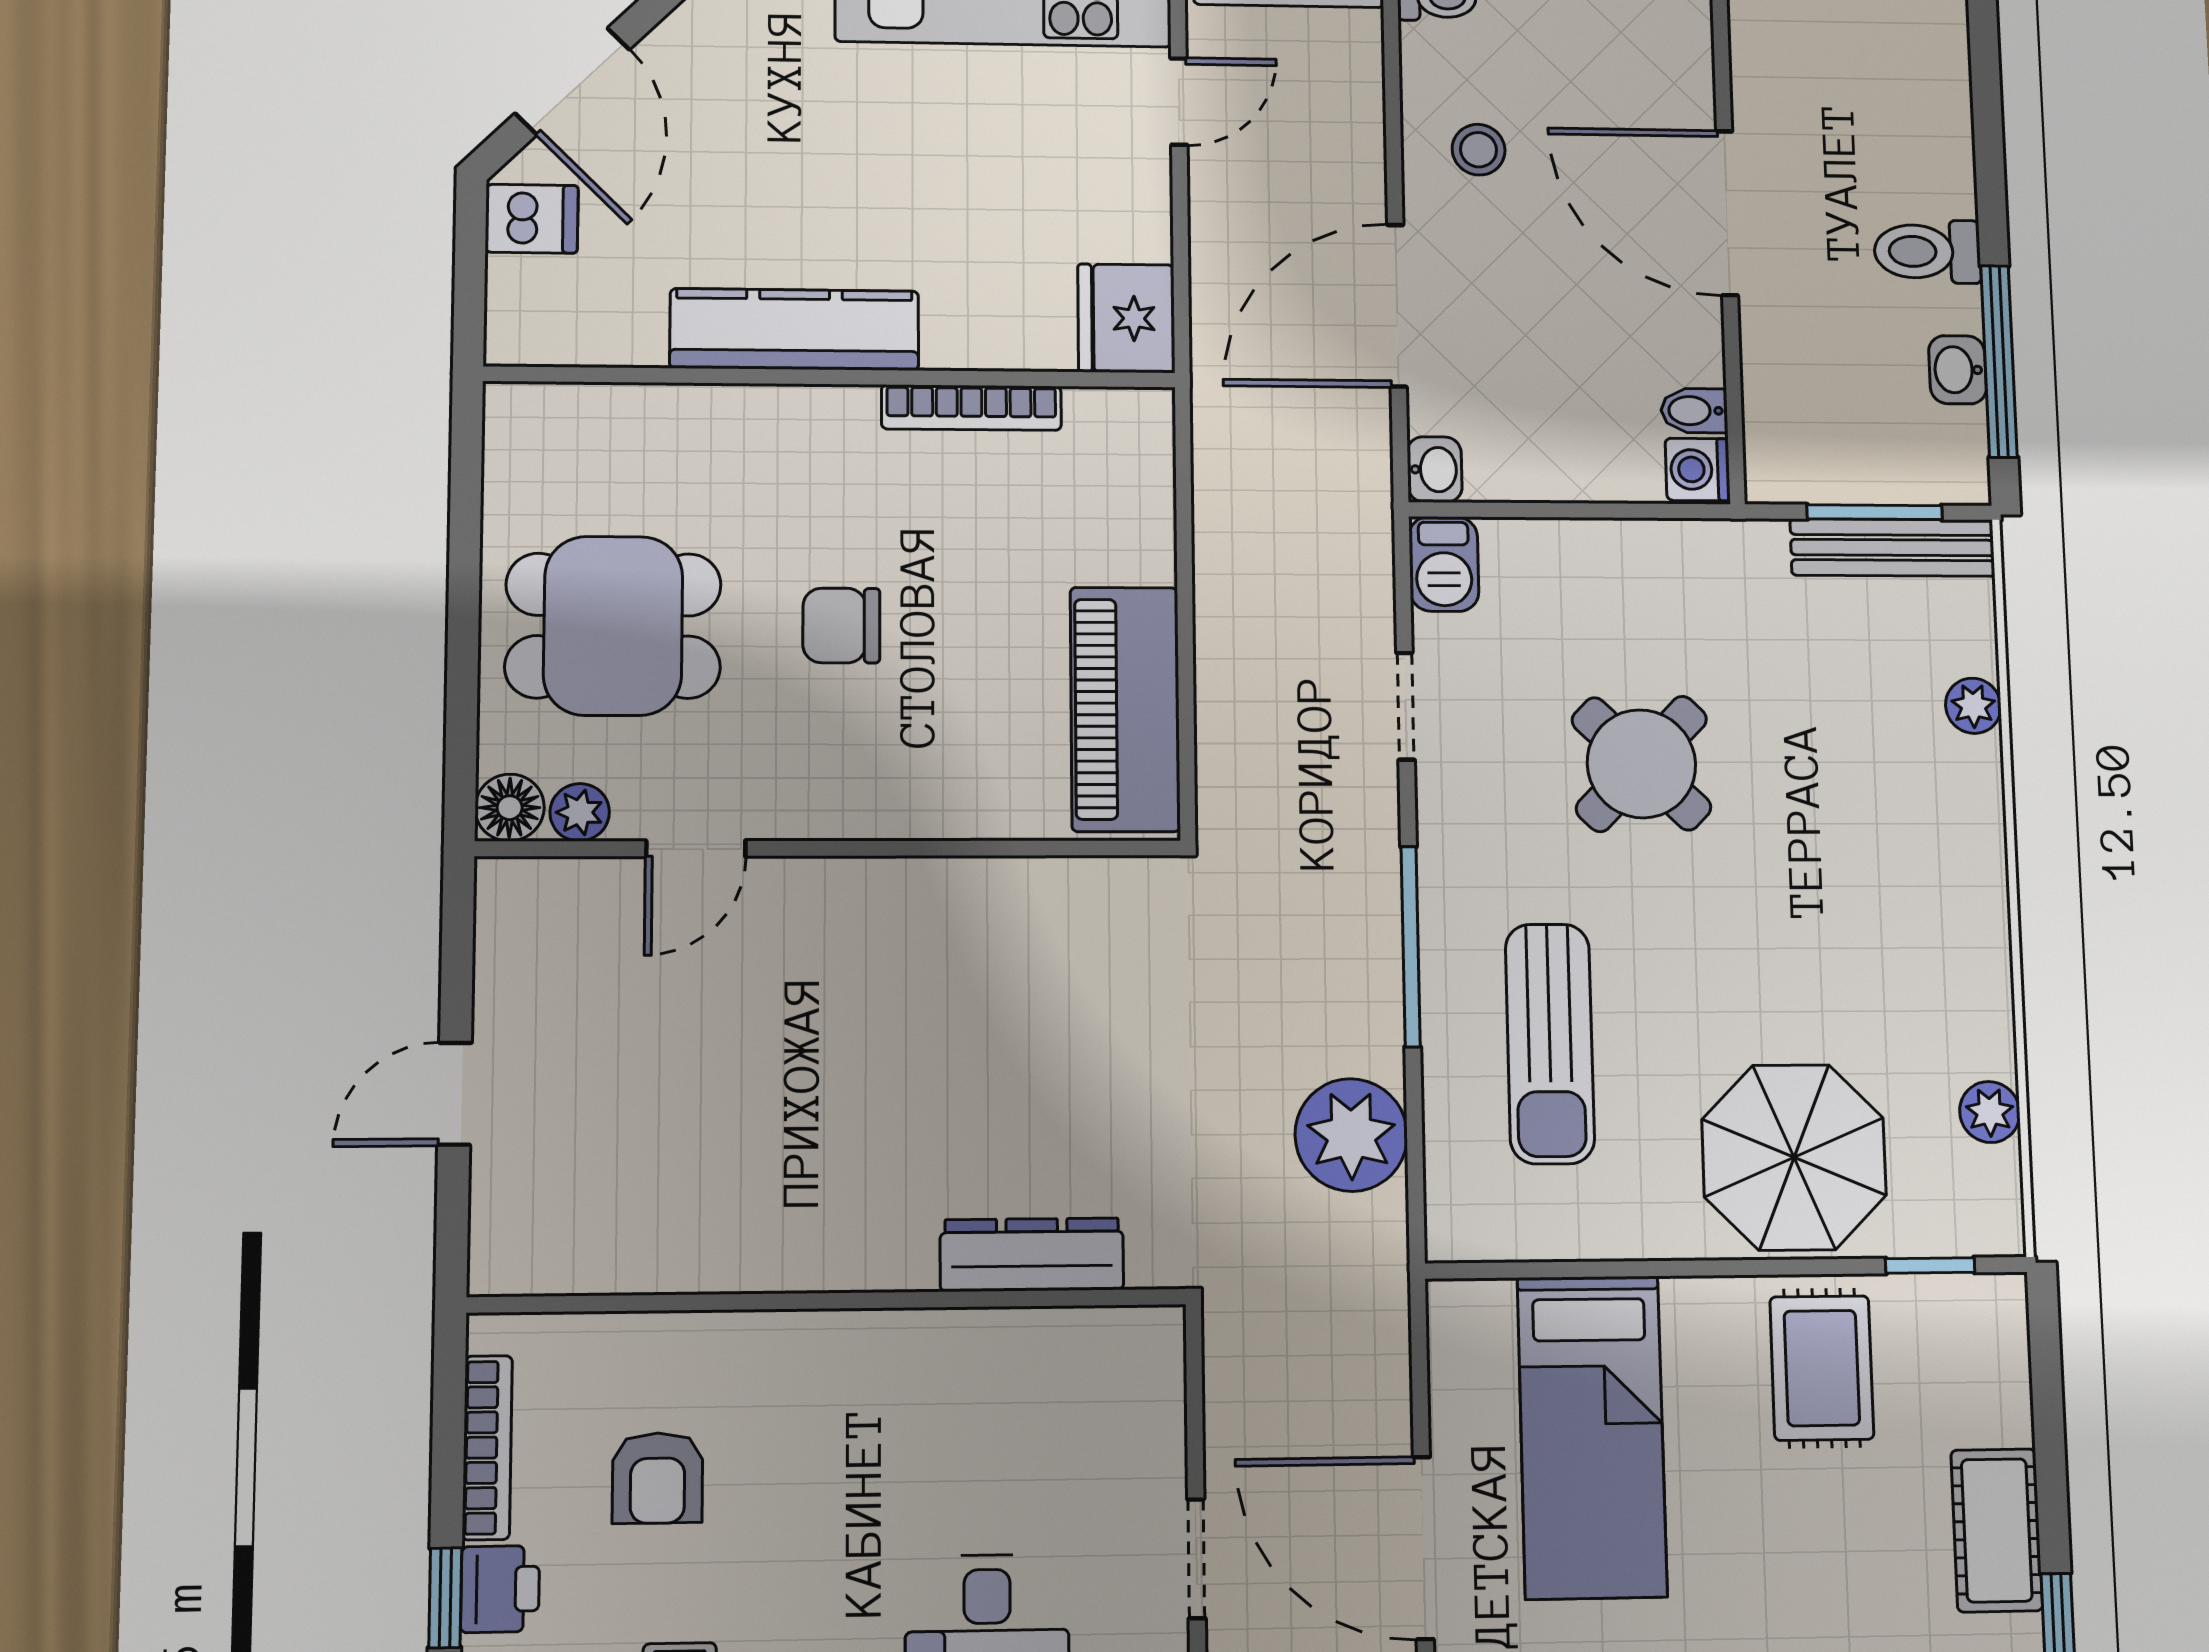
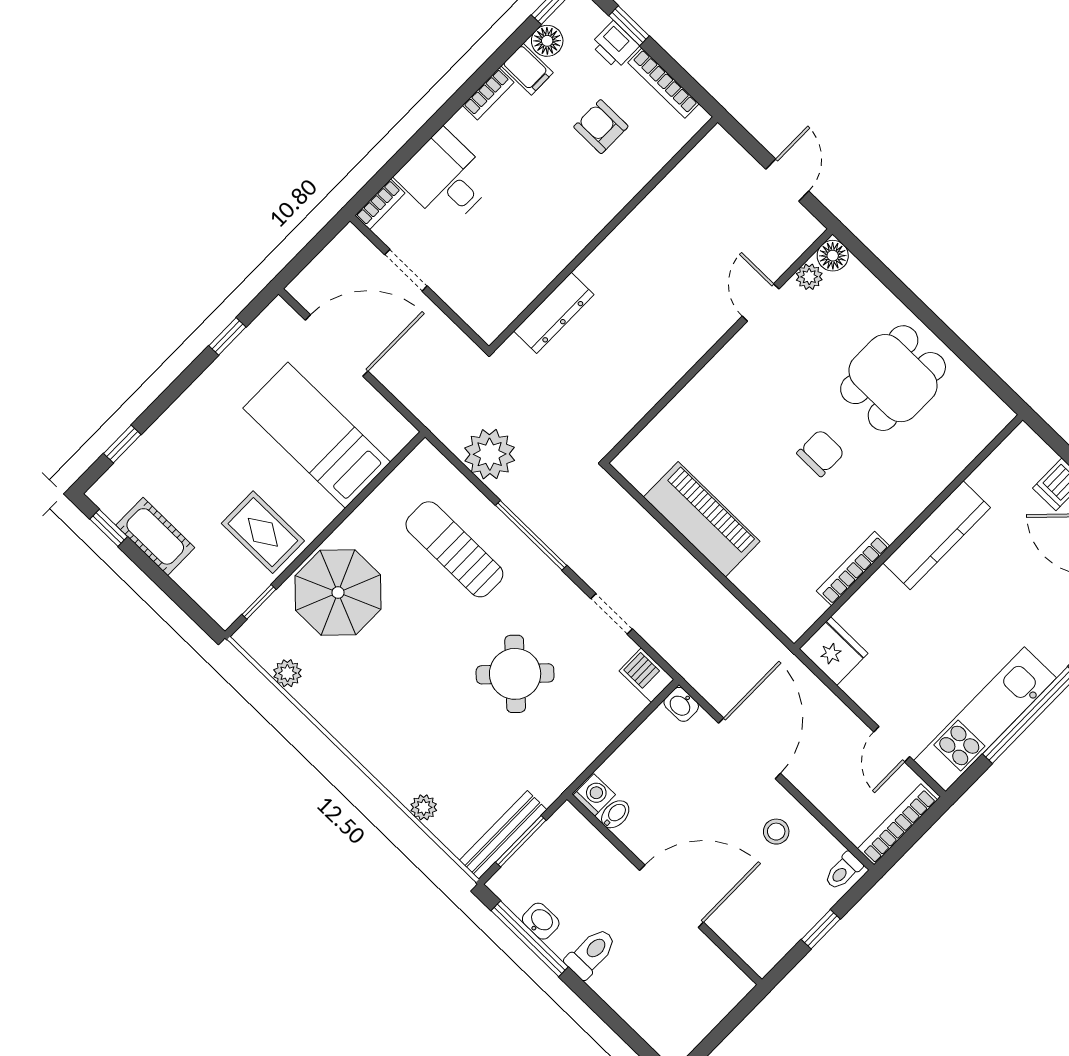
floor lamp: (510, 808) -> (833, 256), moved
plant: (580, 812) -> (809, 277), moved
wall: (830, 848) -> (718, 346), moved
door: (696, 849) -> (761, 303), moved

